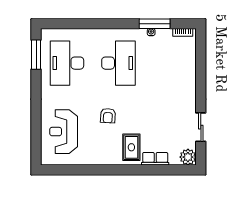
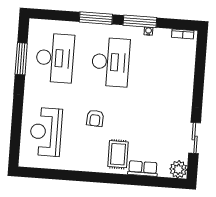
window: (102, 24) -> (96, 18), added
window: (155, 24) -> (140, 21), moved
window: (36, 55) -> (21, 59), moved
desk: (67, 63) -> (55, 58), turned 180

